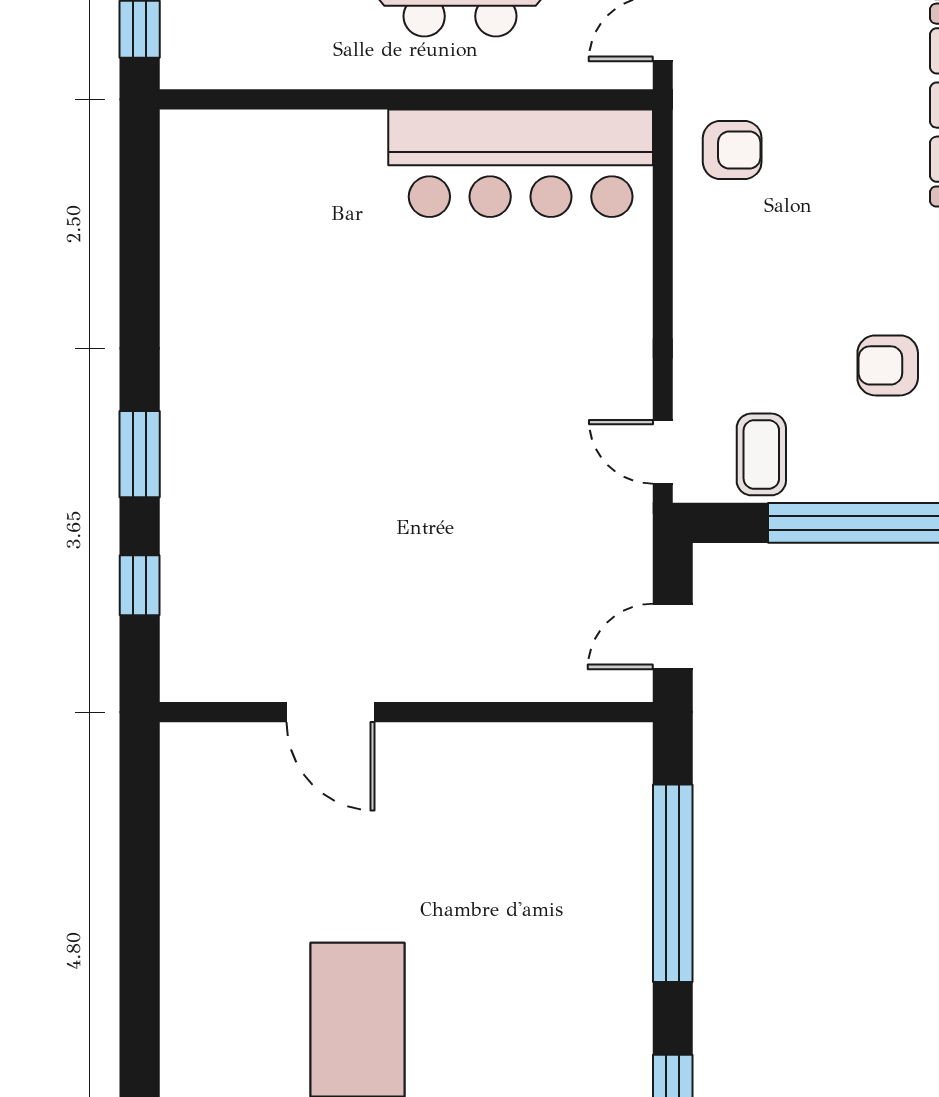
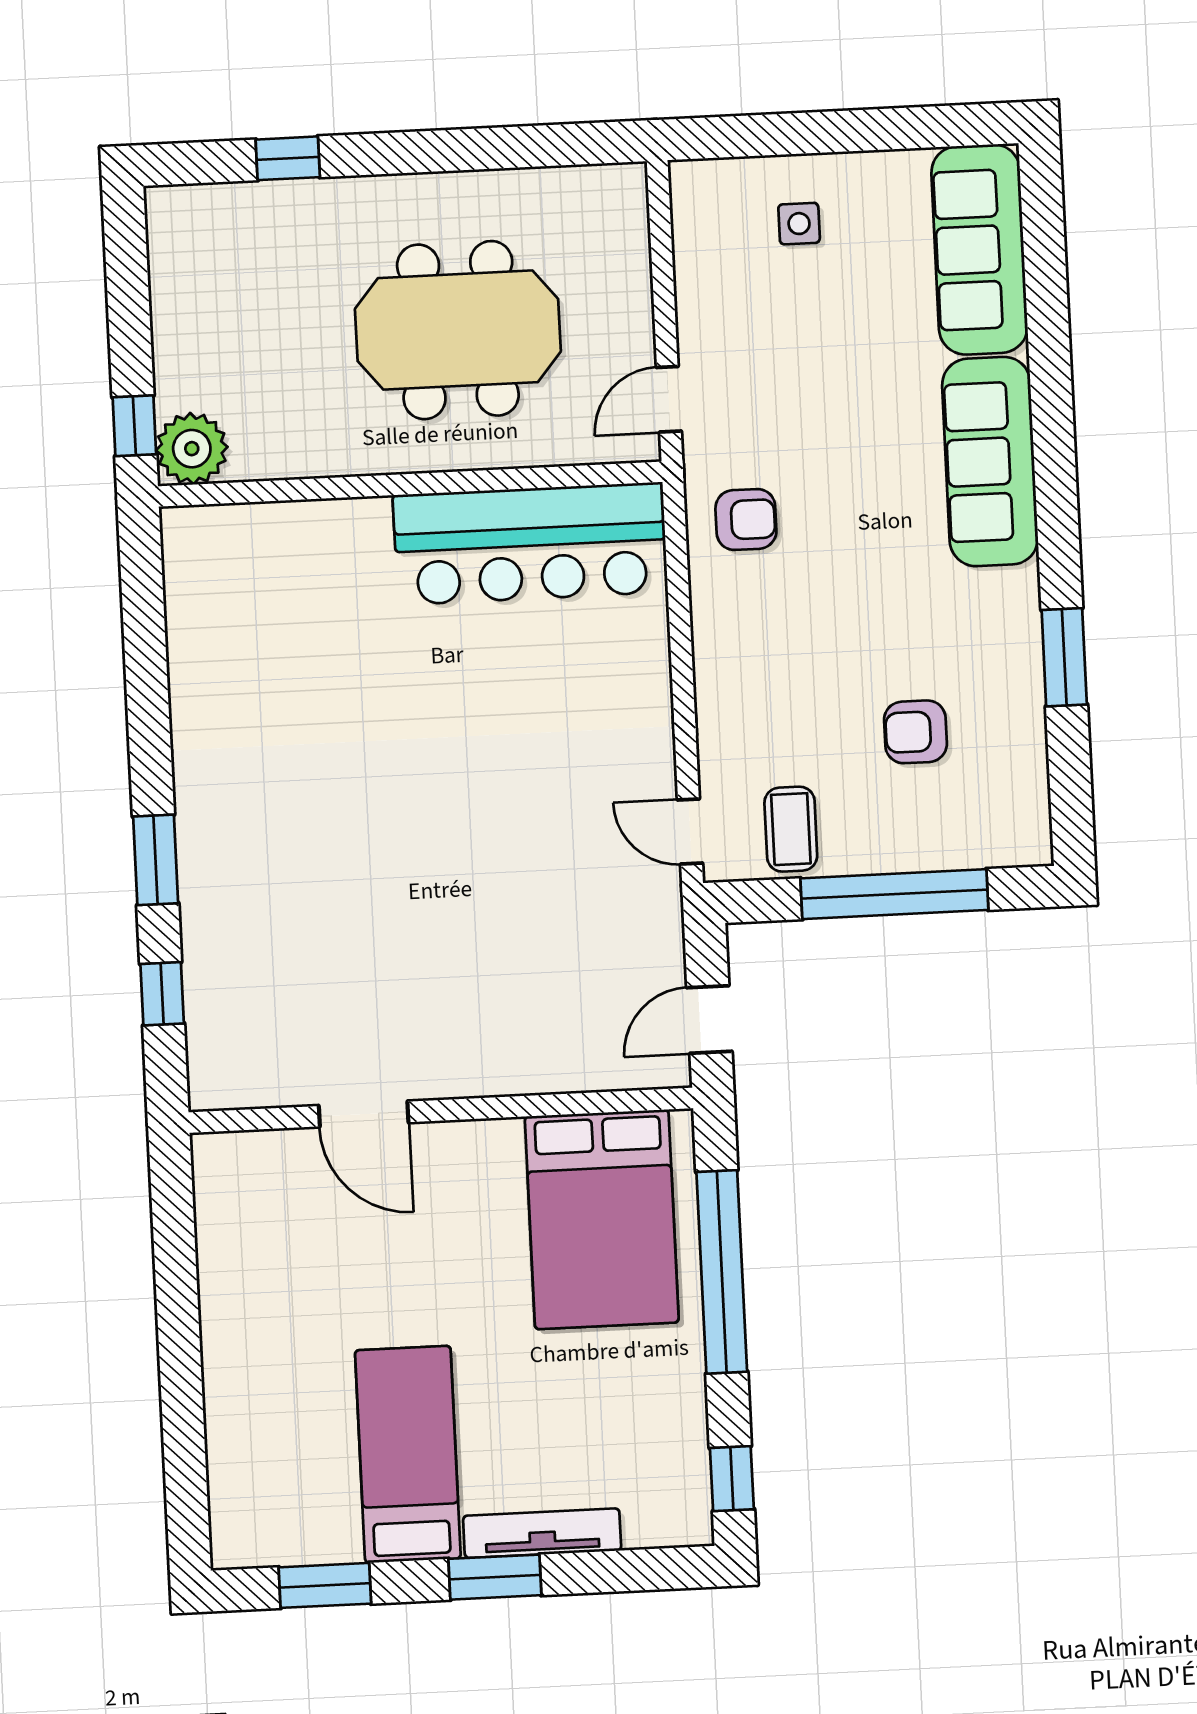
plant: (195, 54) -> (192, 449), added
bed: (558, 826) -> (602, 1219), added

